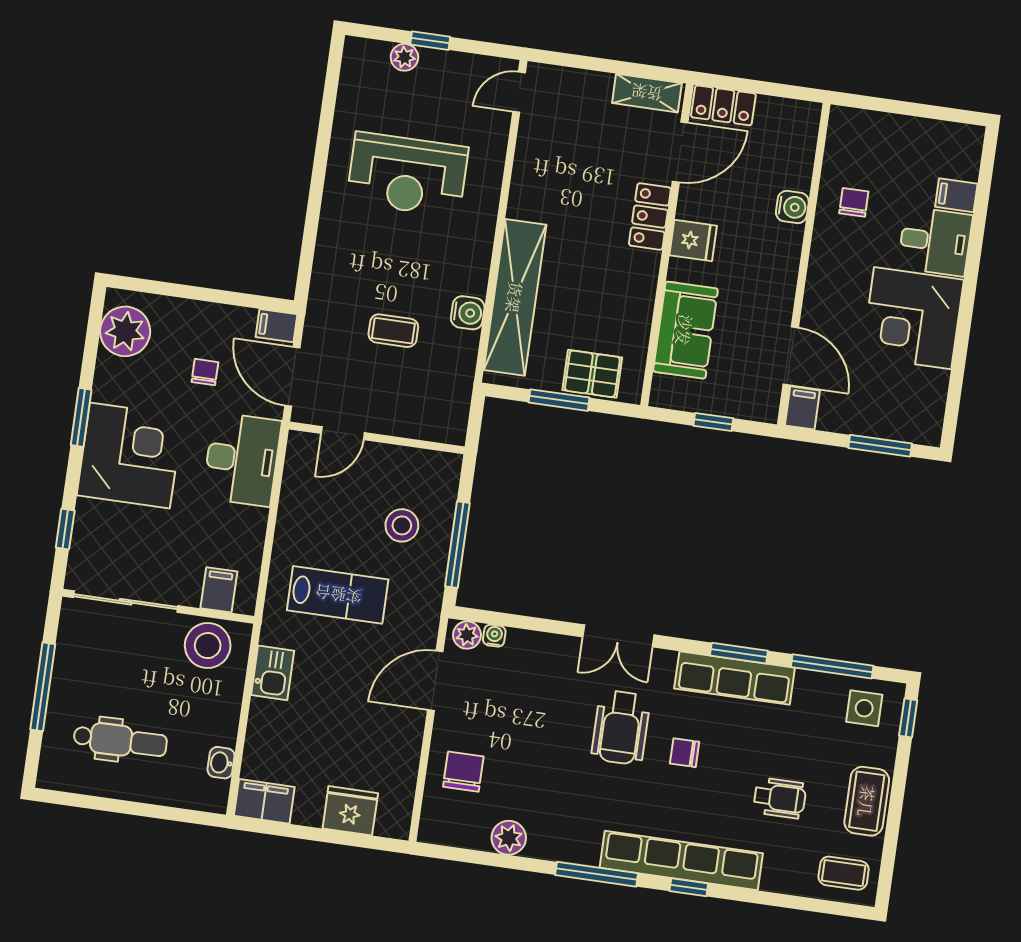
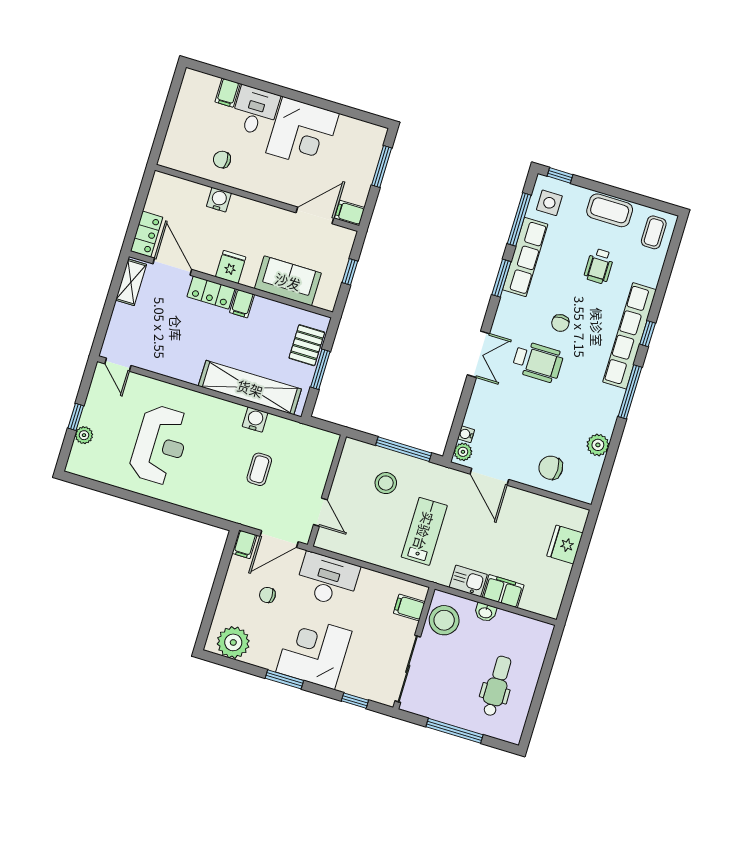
filing cabinet: (641, 266) -> (242, 303), added
row of seats: (735, 678) -> (525, 257), moved
washbasin: (221, 763) -> (485, 612), moved
wheelchair: (780, 798) -> (599, 266), turned 180
filing cabinet: (264, 801) -> (503, 591), moved, turned 90

